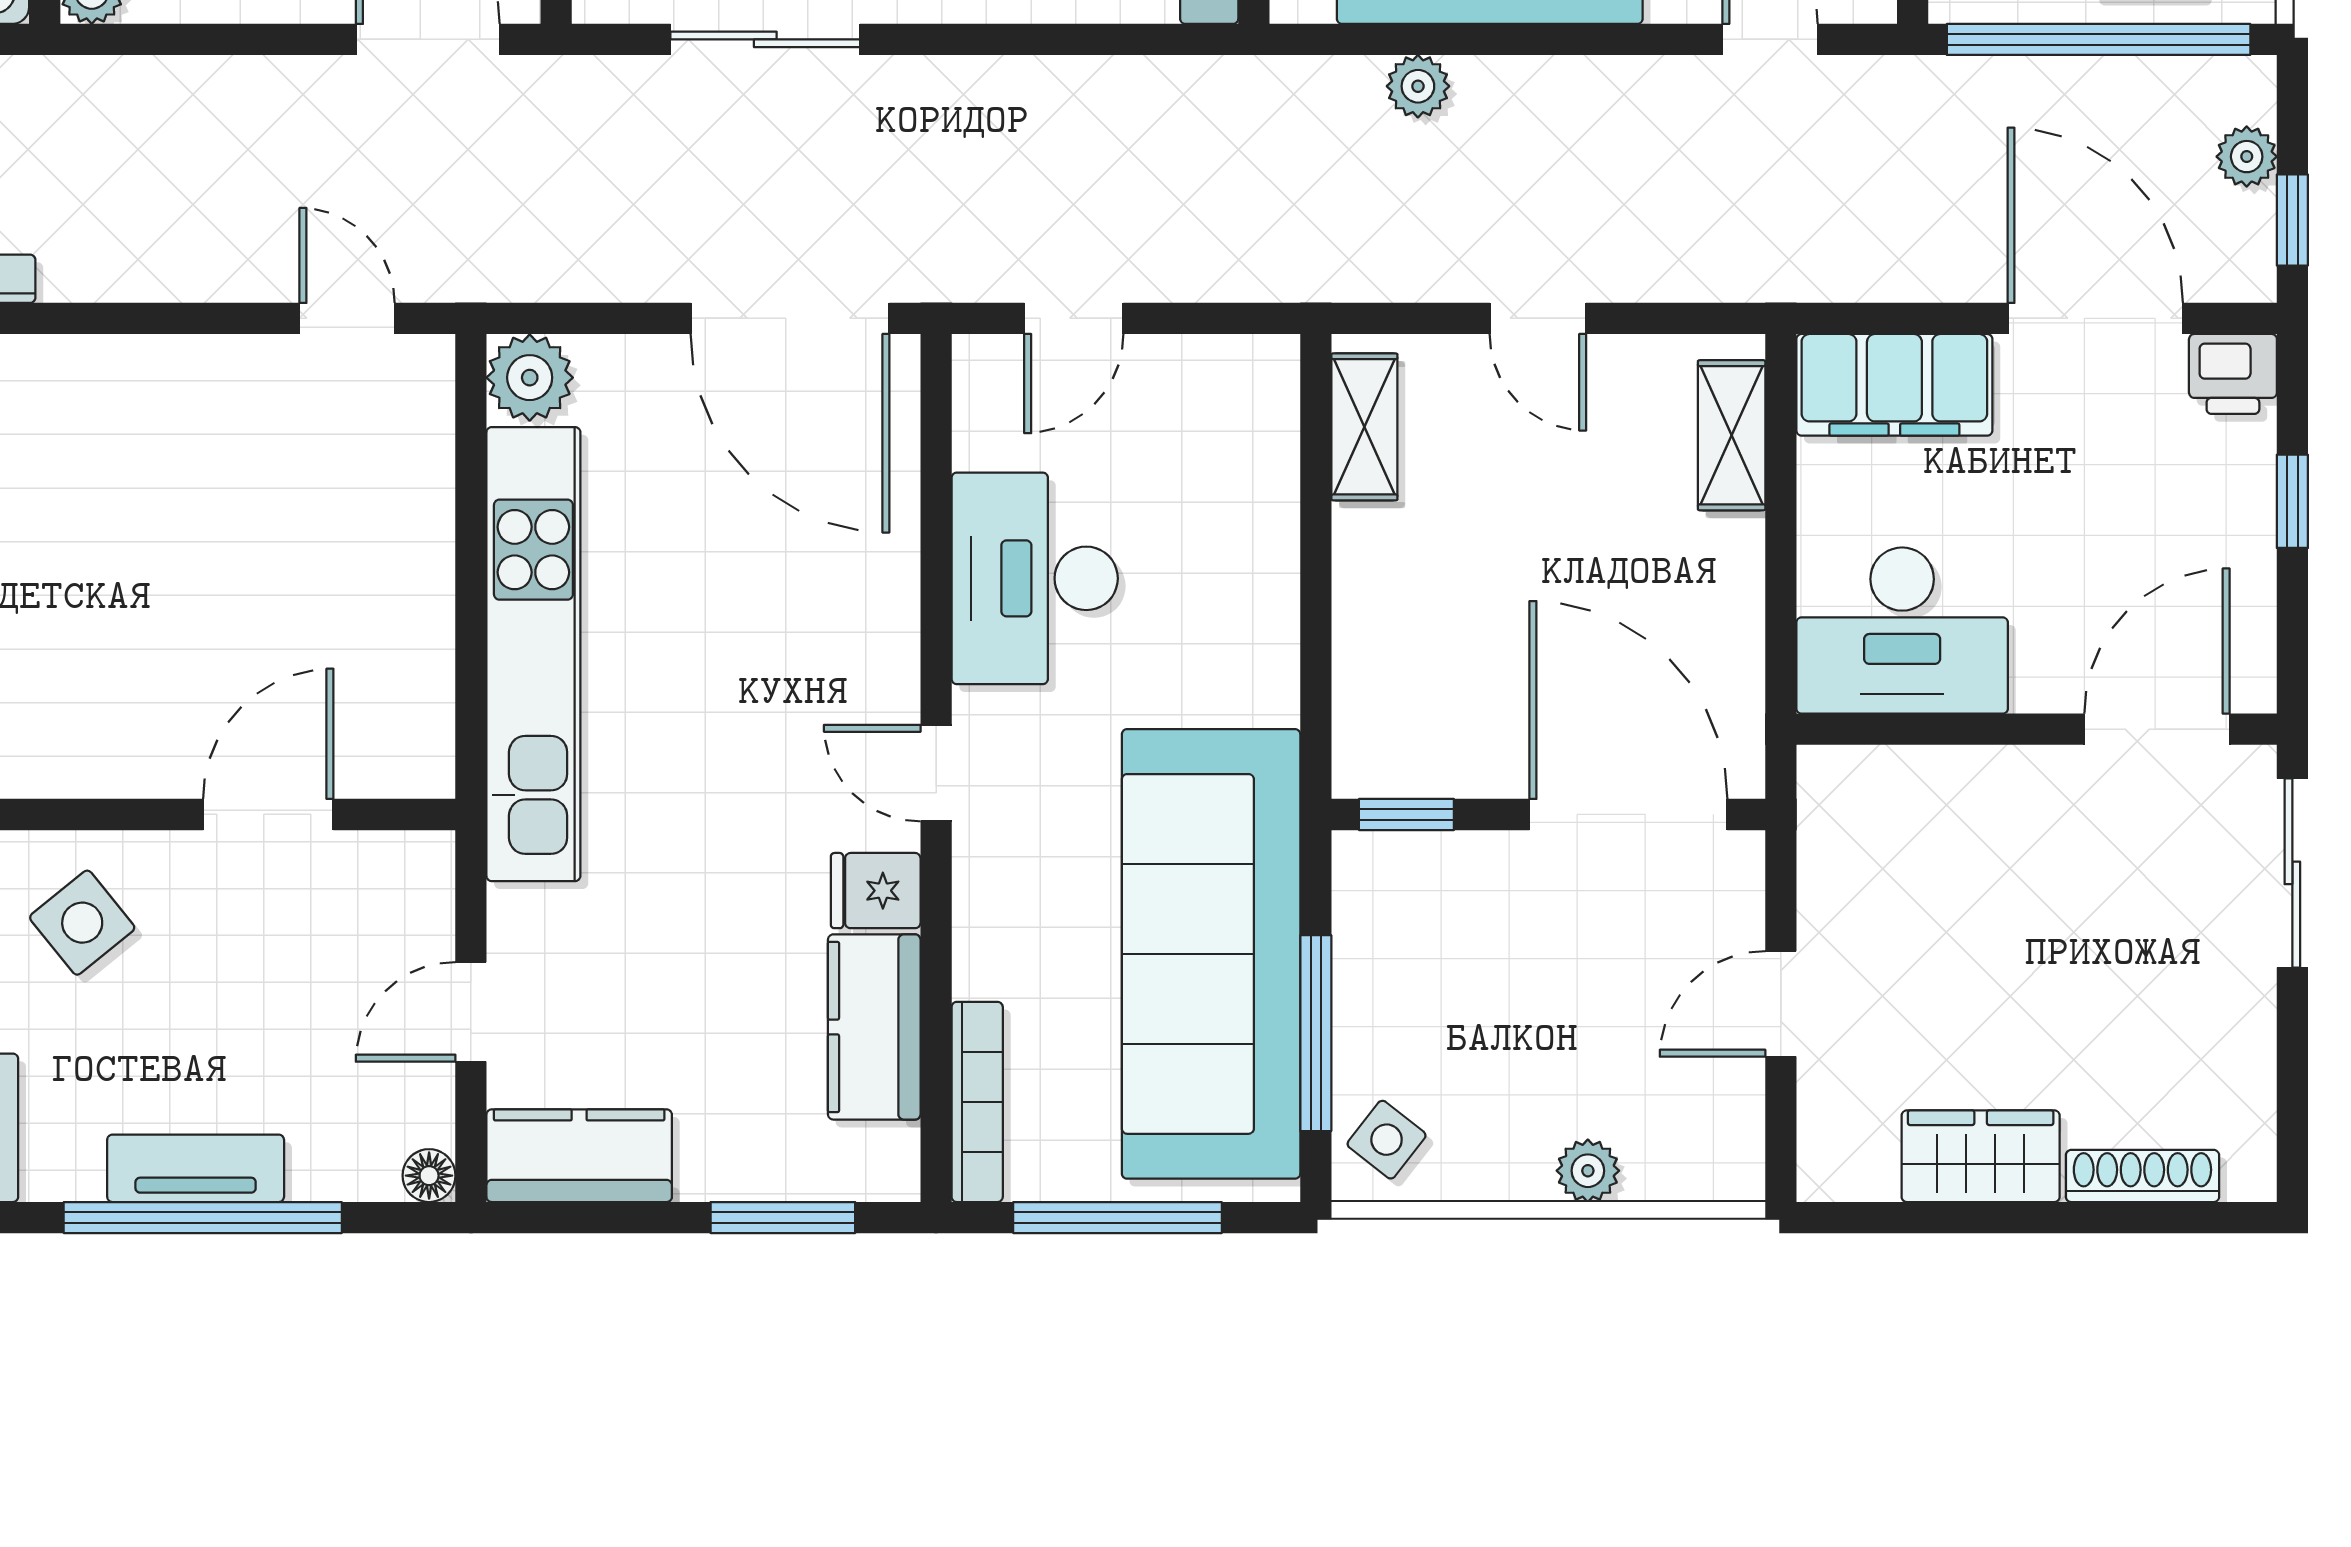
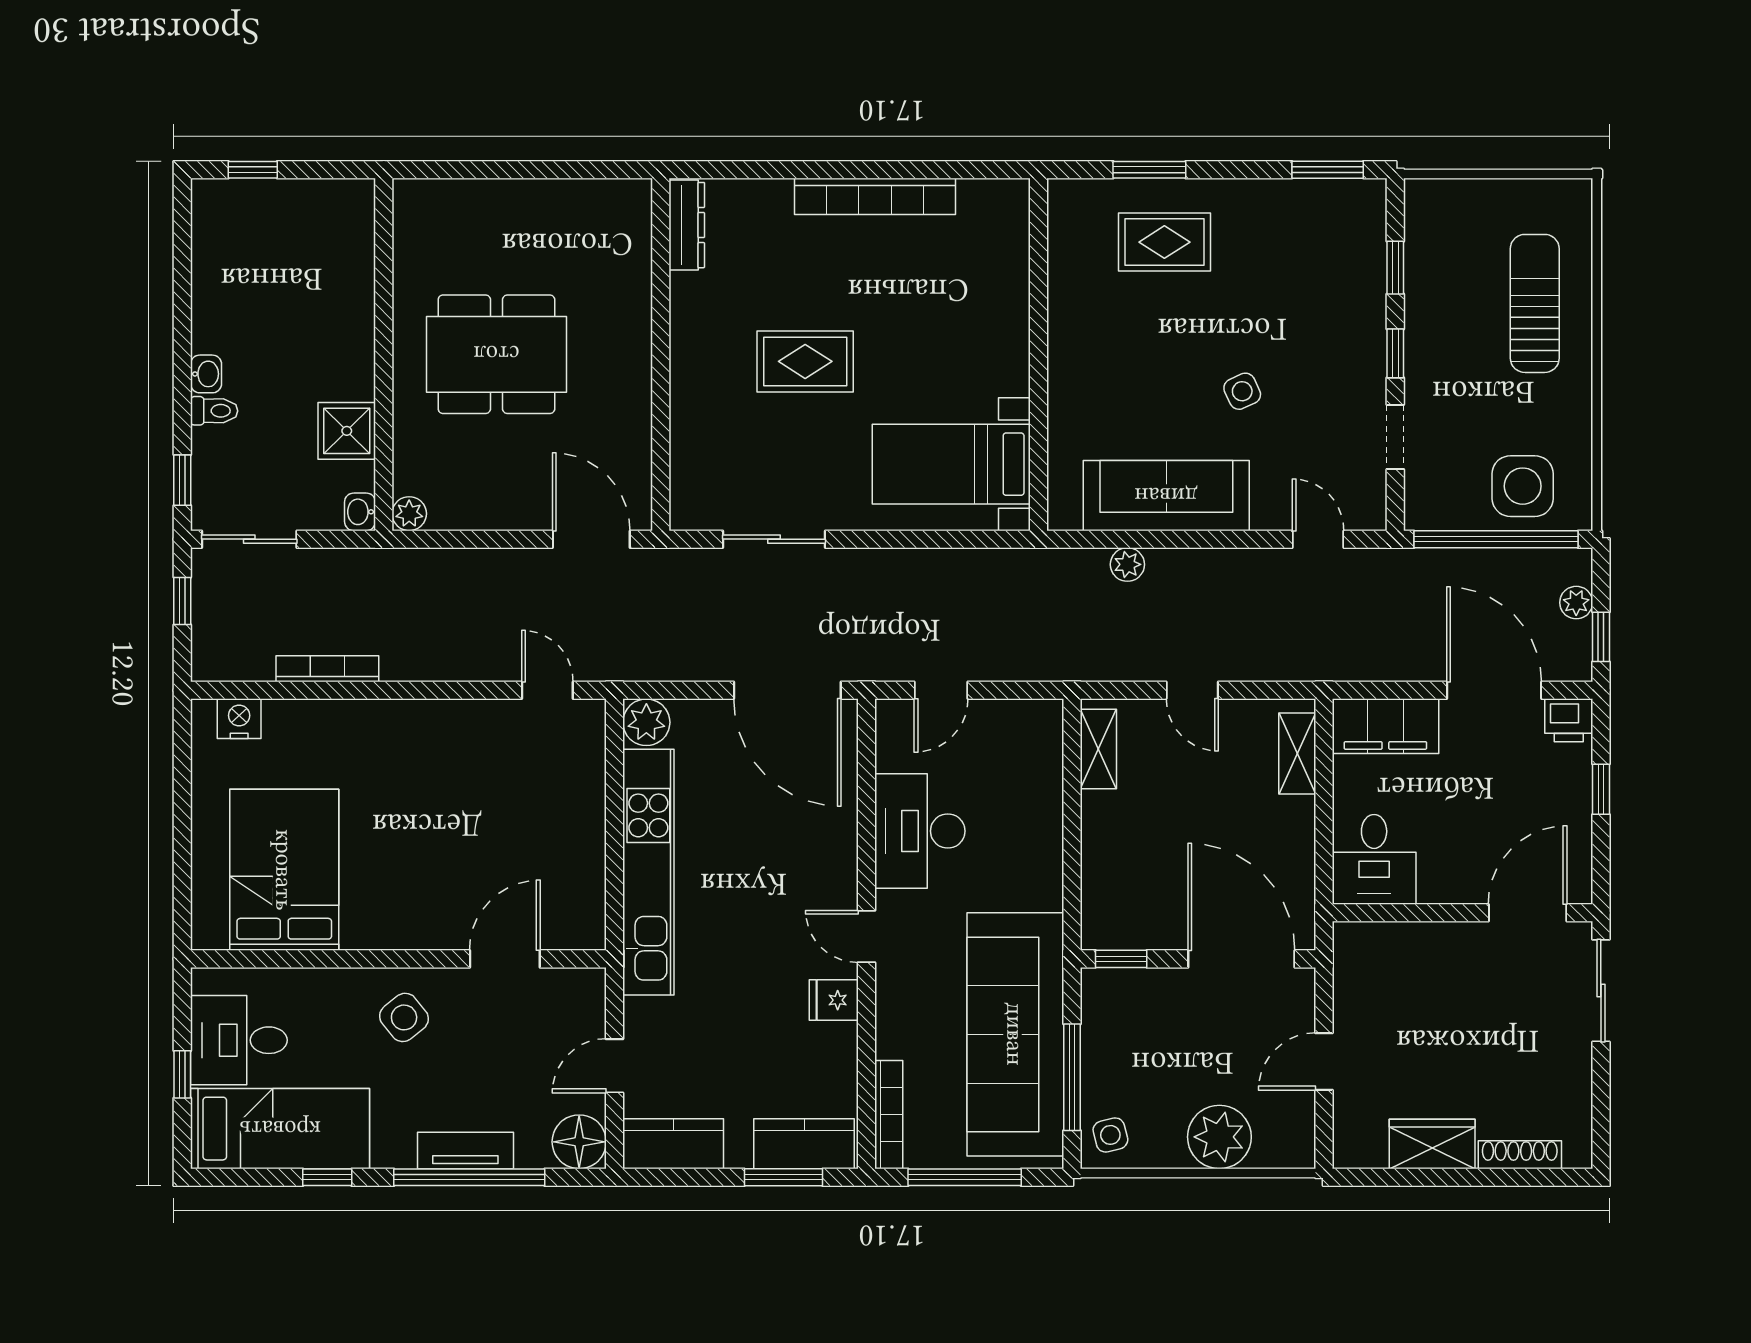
desk: (1902, 631) -> (1374, 859), width x0.73
kitchen counter: (874, 1027) -> (804, 1144), moved, turned 90
side table: (1387, 1140) -> (1110, 1135), turned 38
plant: (1588, 1171) -> (1219, 1137), width x1.88, depth x1.88
floor lamp: (429, 1176) -> (579, 1142), width x1.89, depth x1.89

